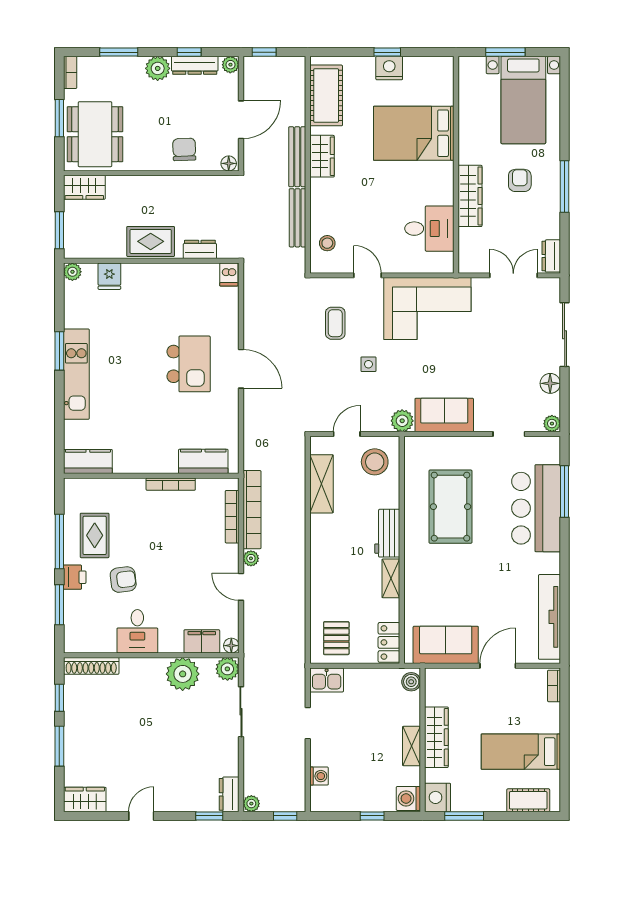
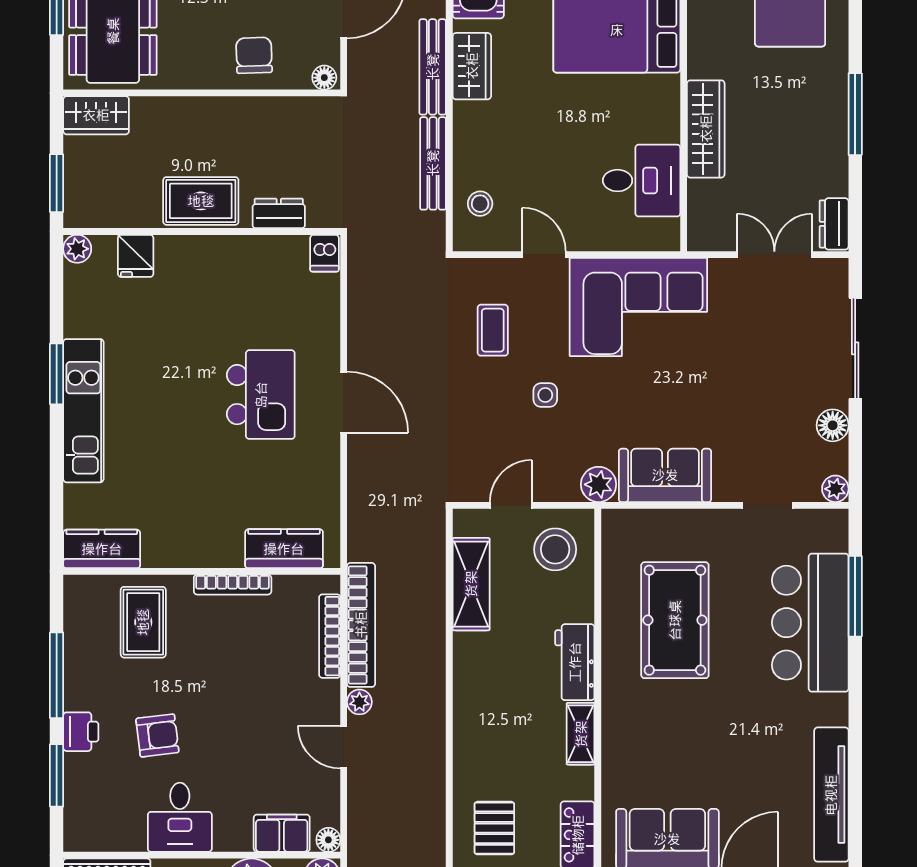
armchair: (520, 180) -> (784, 104), removed
rug: (95, 535) -> (143, 622), moved

